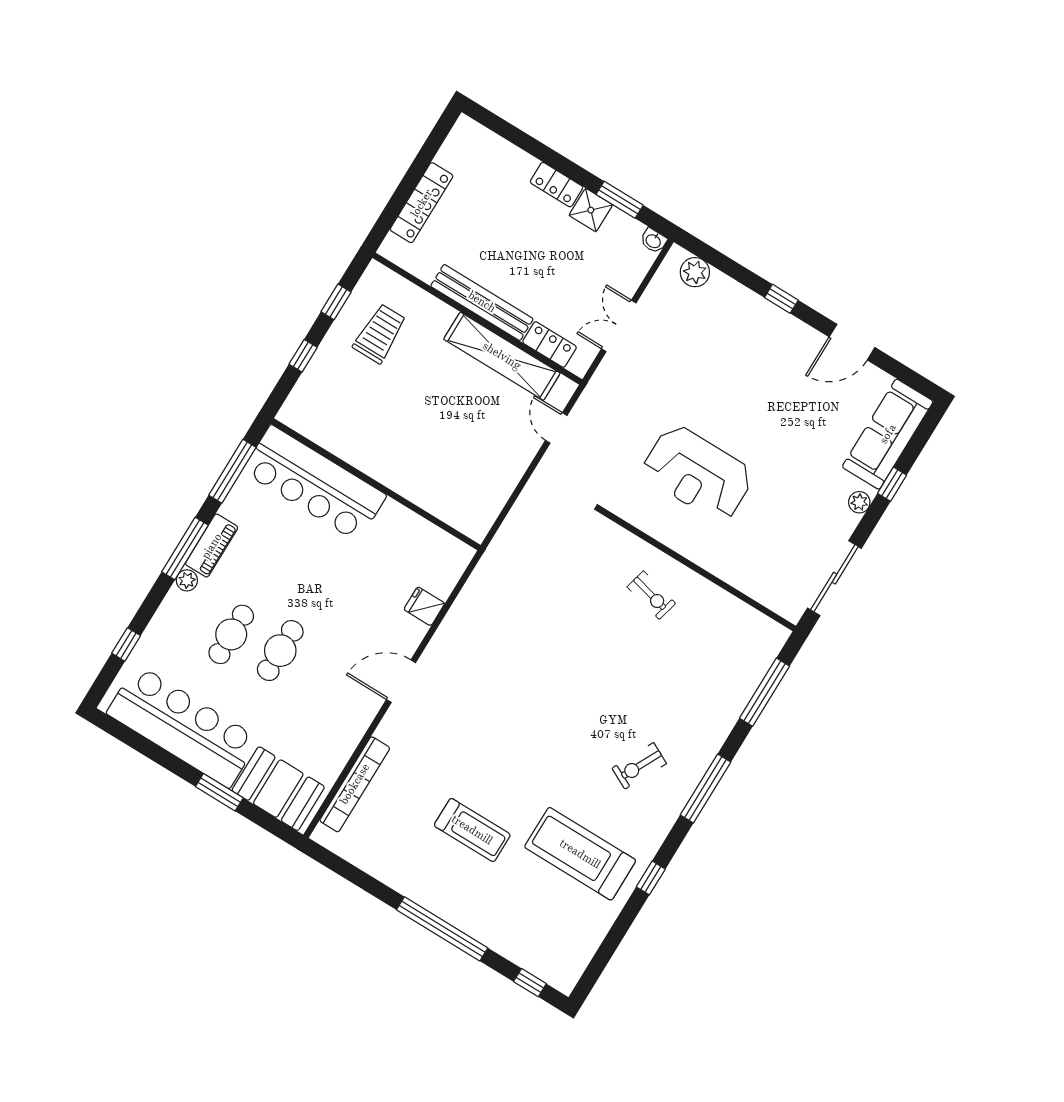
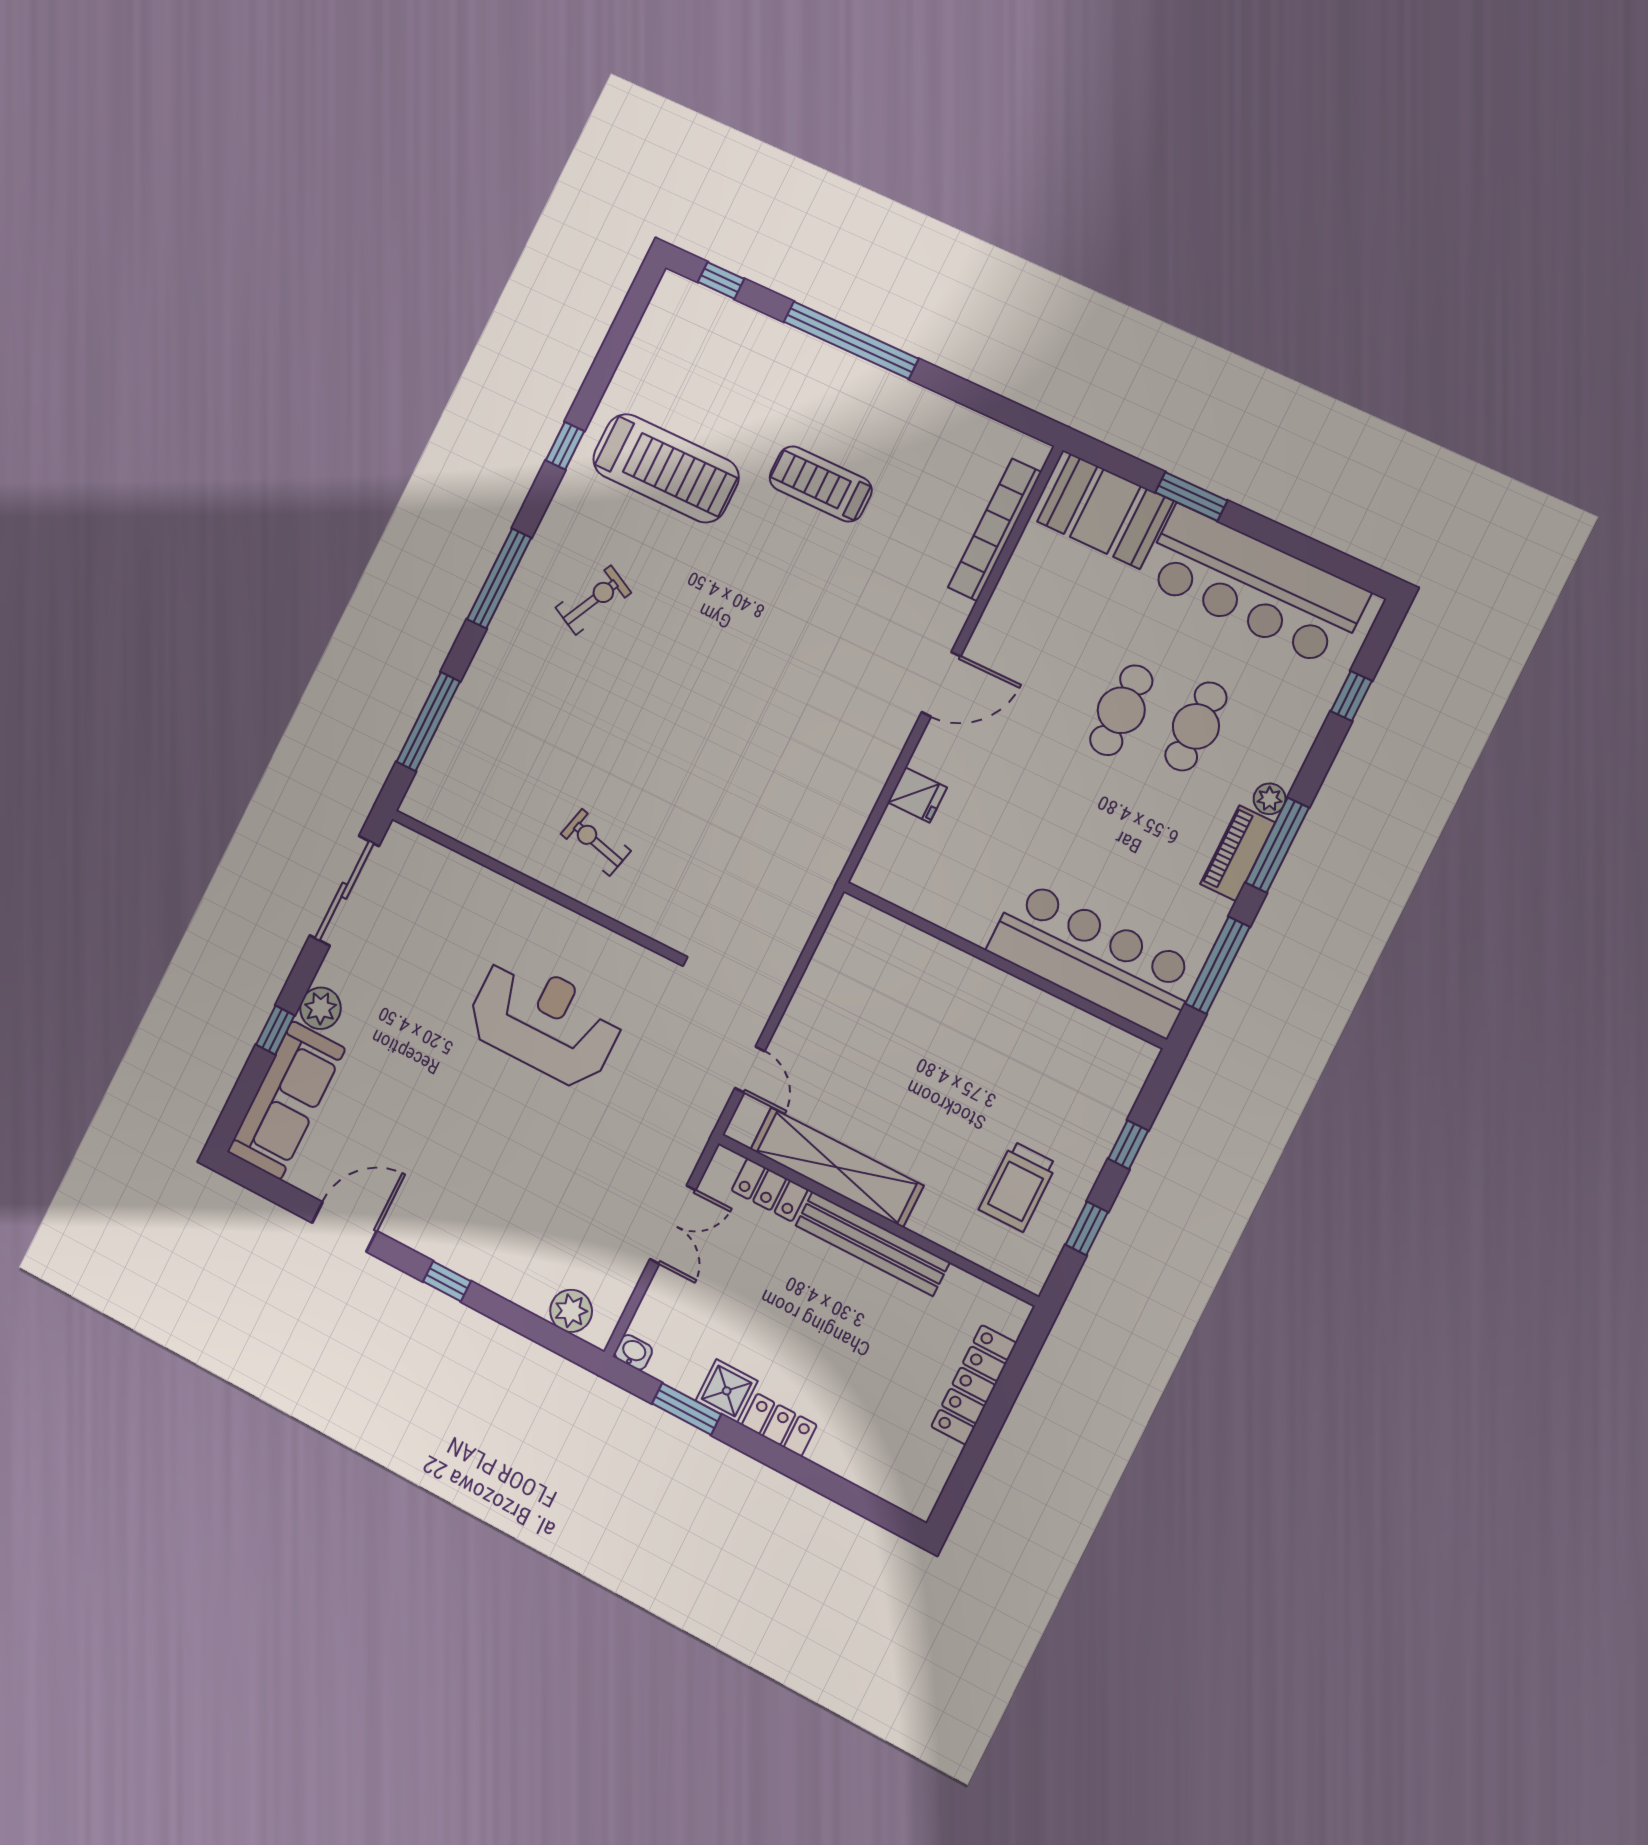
plant: (859, 502) -> (320, 1008), width x1.38, depth x1.38

